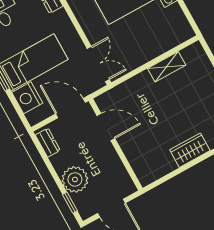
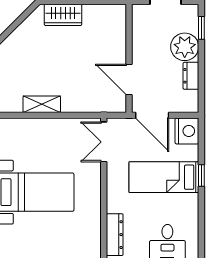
nightstand: (27, 98) -> (187, 131), moved
dresser: (48, 143) -> (191, 76), moved

